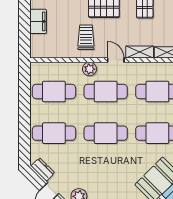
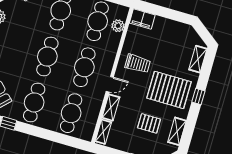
filing cabinet: (38, 21) -> (142, 19), moved
plant: (90, 69) -> (118, 26), moved

